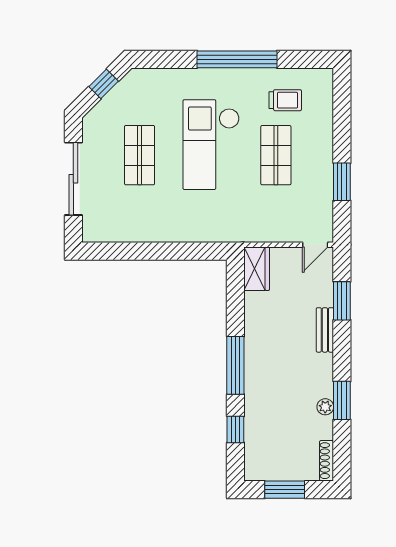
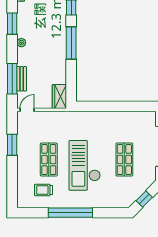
checkout: (211, 145) -> (85, 165), turned 180
window: (342, 301) -> (12, 79), width x1.44
bench: (325, 330) -> (22, 79), moved
plant: (325, 407) -> (21, 43), moved

